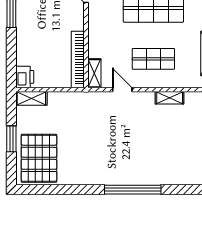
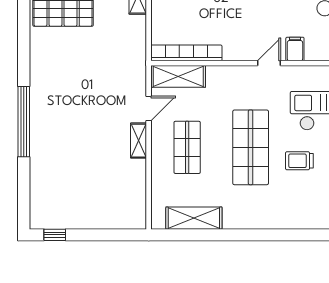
shelving: (94, 73) -> (178, 76), width x1.50, depth x1.33
shelving: (170, 98) -> (139, 141), moved

